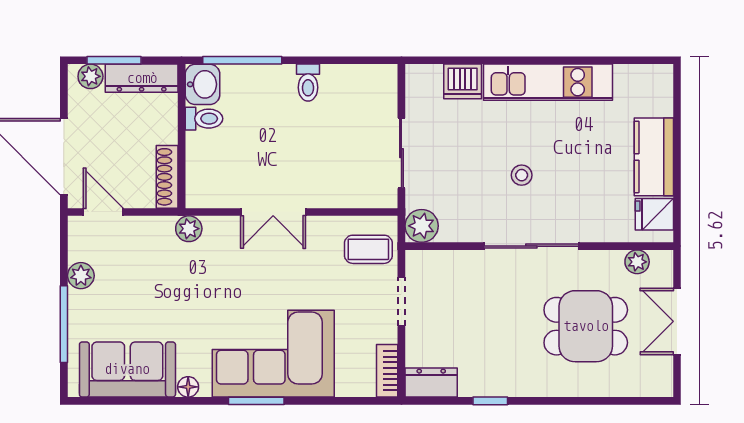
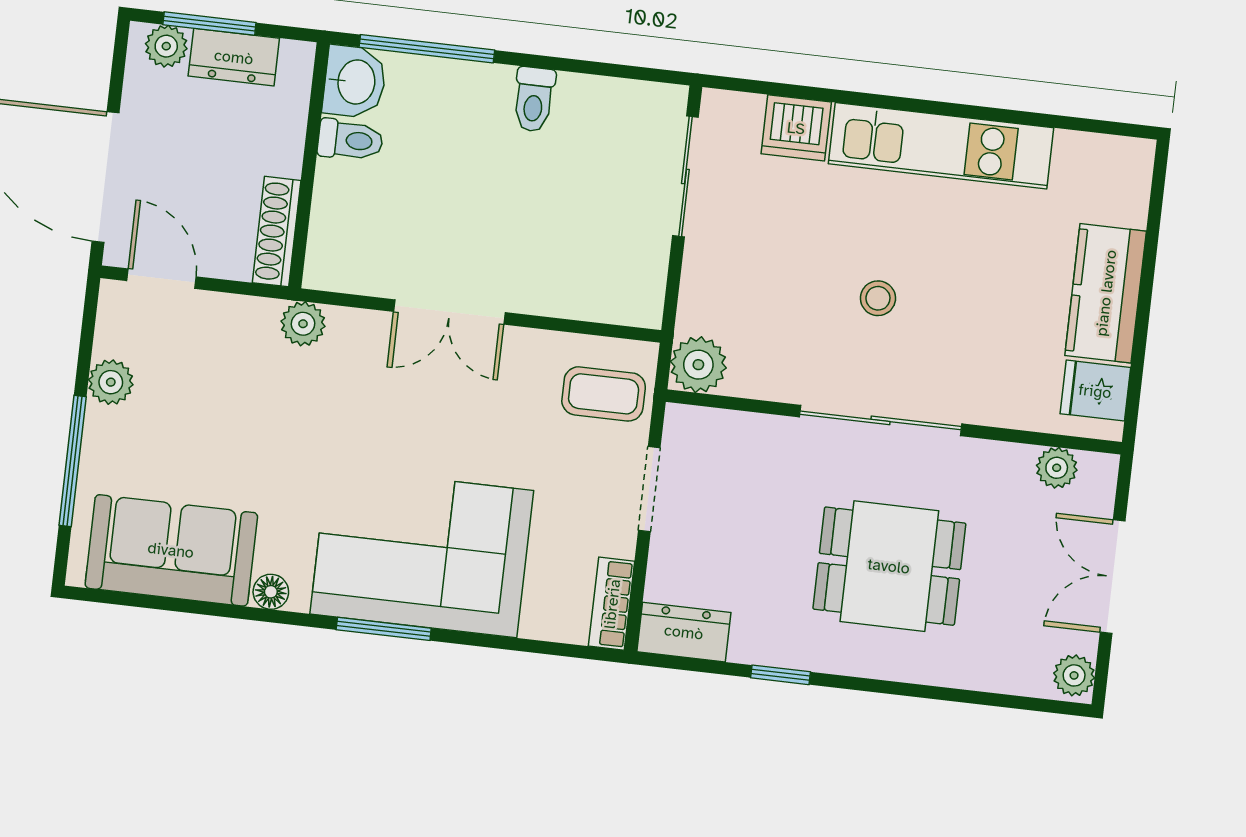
dresser: (142, 78) -> (234, 57), width x0.70
sliding door: (401, 153) -> (685, 176), moved
dining table: (586, 326) -> (889, 566), moved
plant: (661, 381) -> (1074, 675), added

